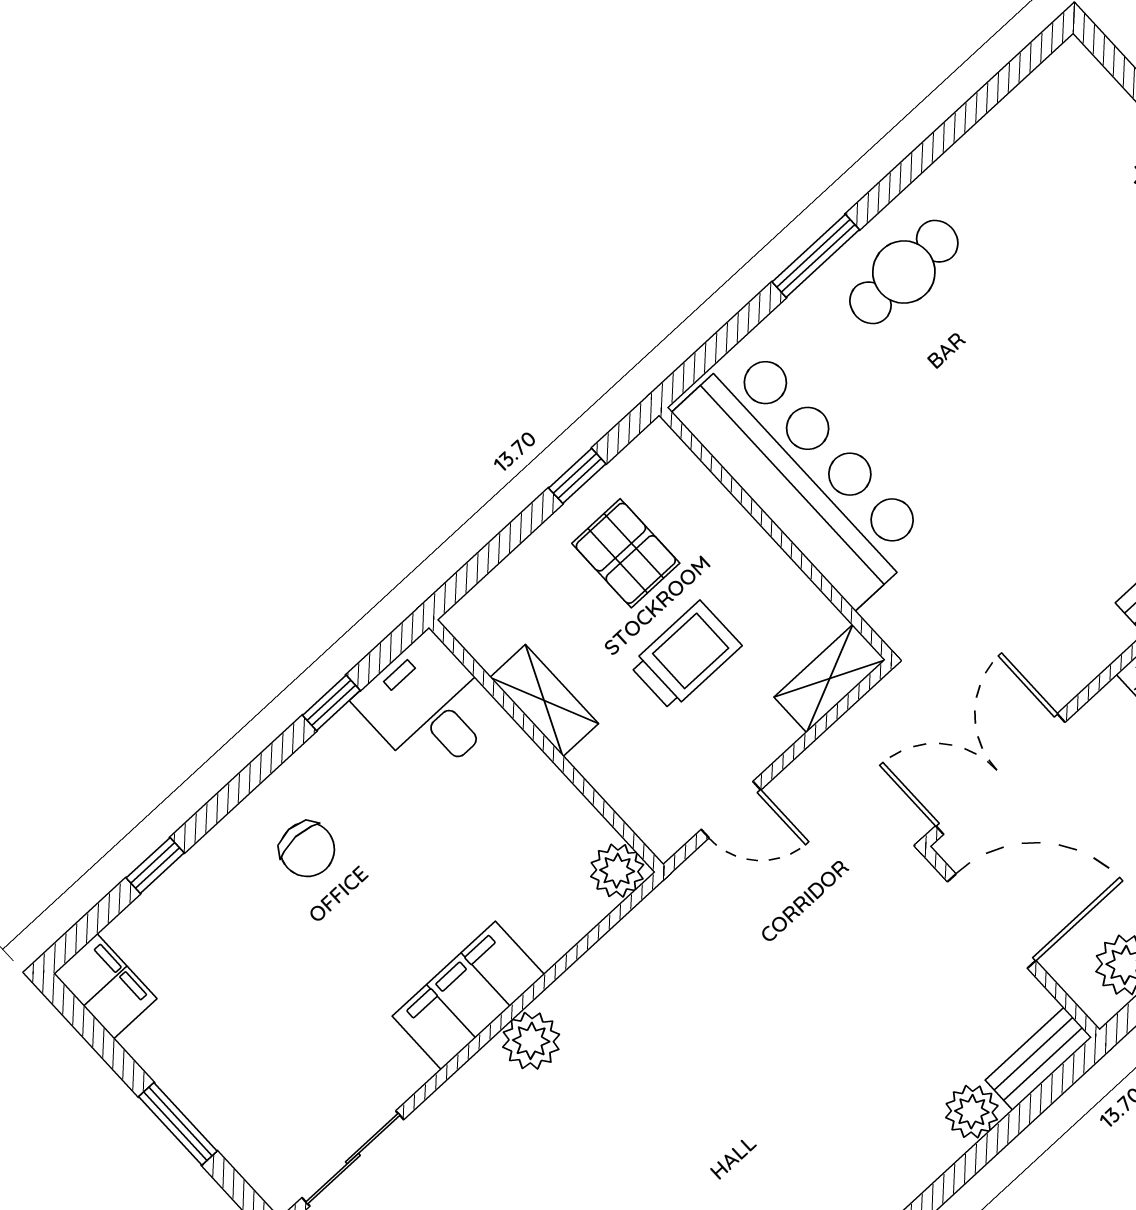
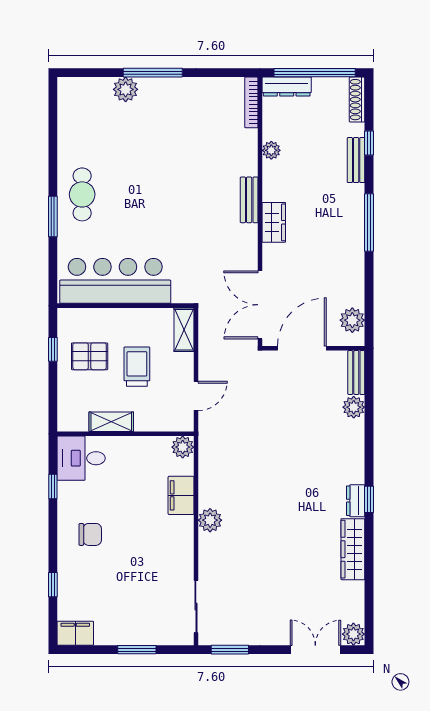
filing cabinet: (468, 995) -> (181, 495), moved, width x0.67, depth x0.86

